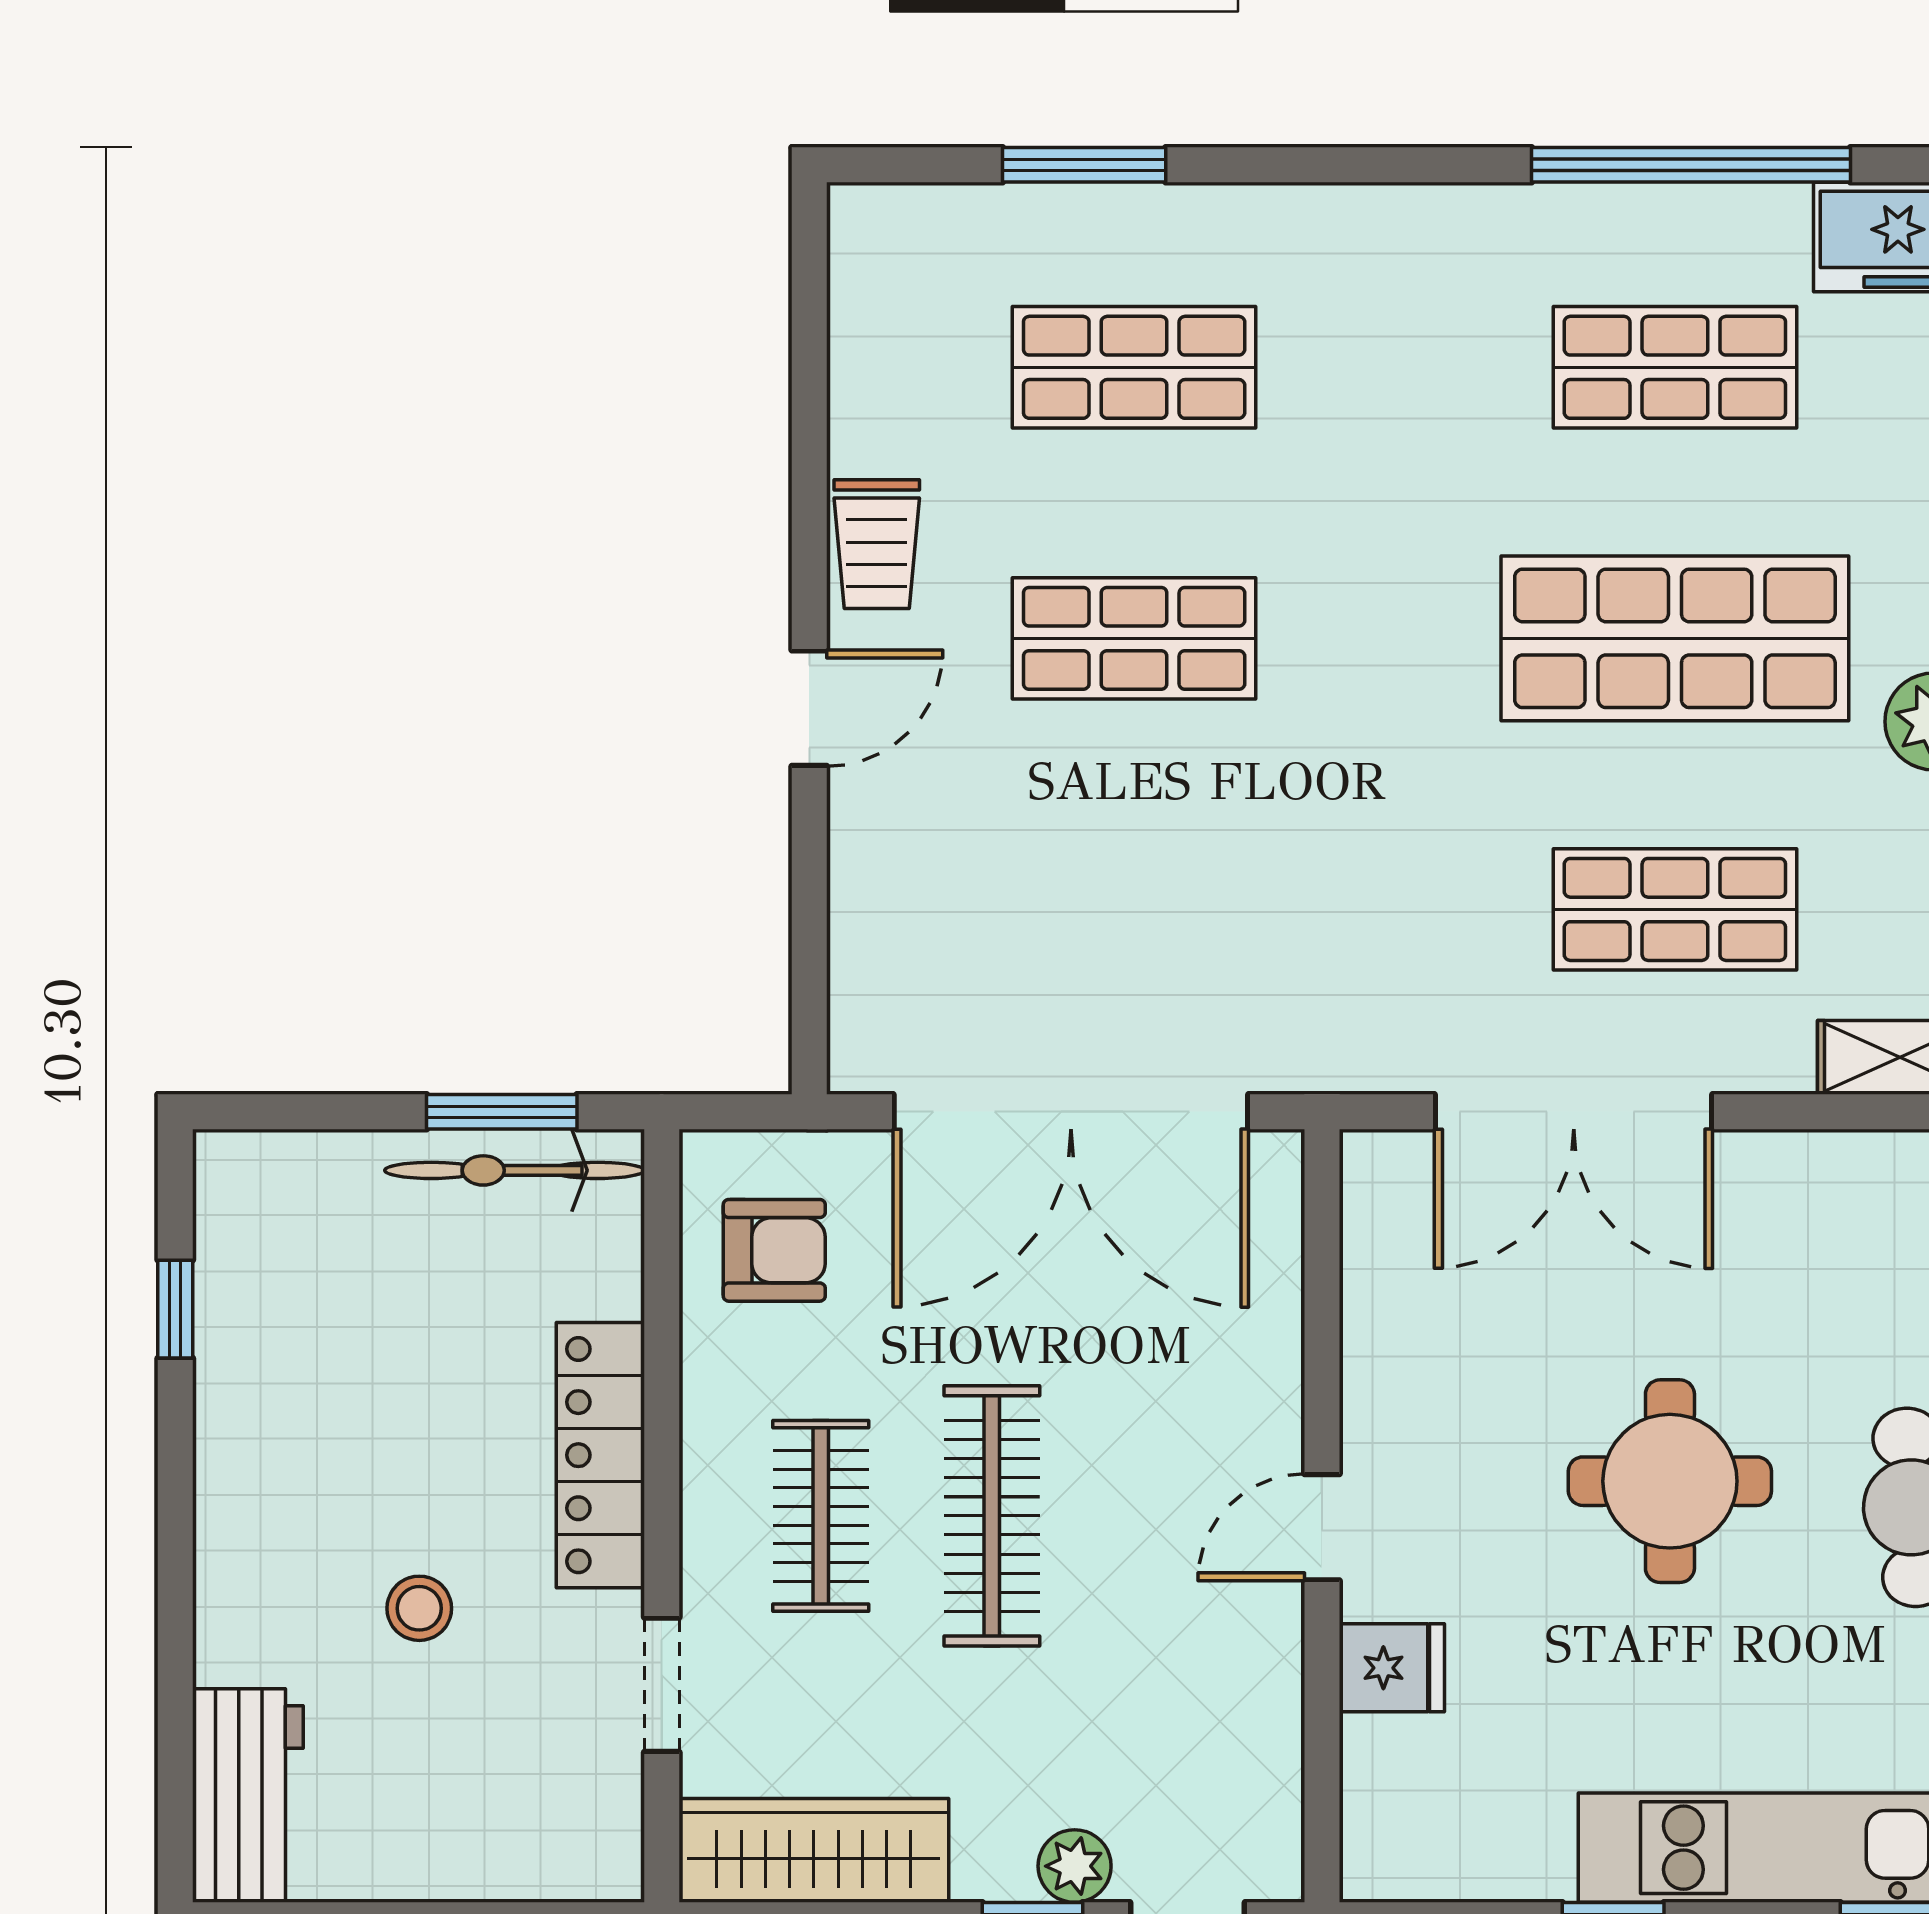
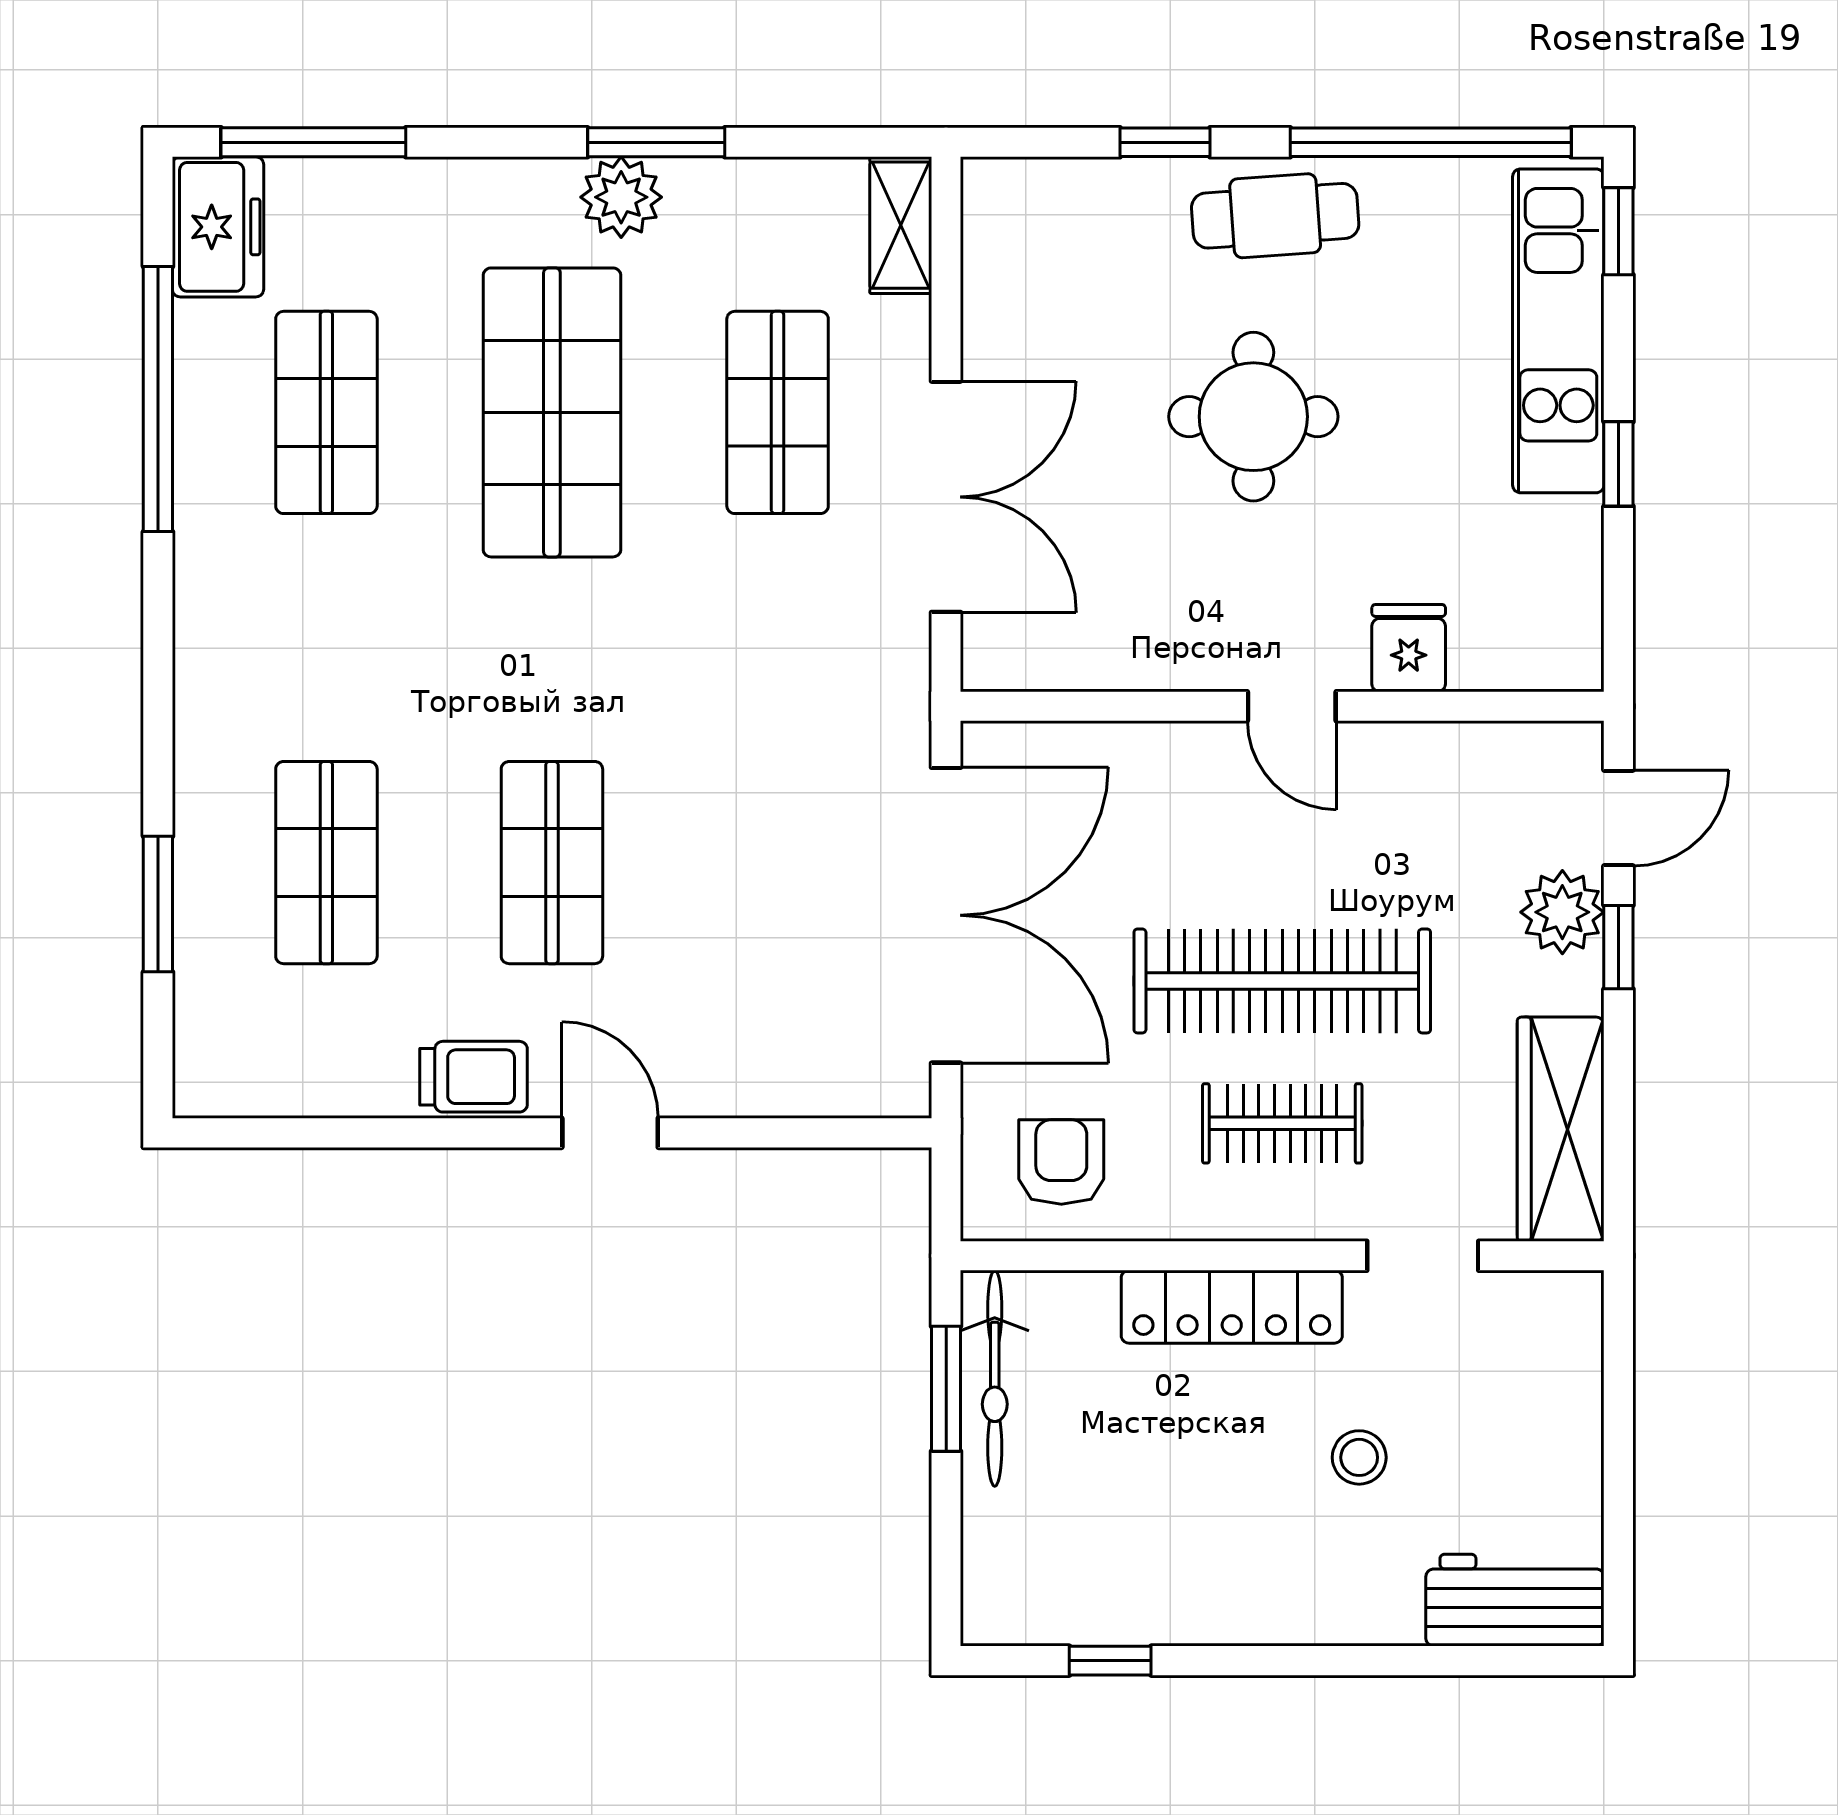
clothes rail: (992, 1516) -> (1282, 981), width x1.37, depth x1.31
plant: (1075, 1866) -> (1562, 912), width x1.38, depth x1.38

